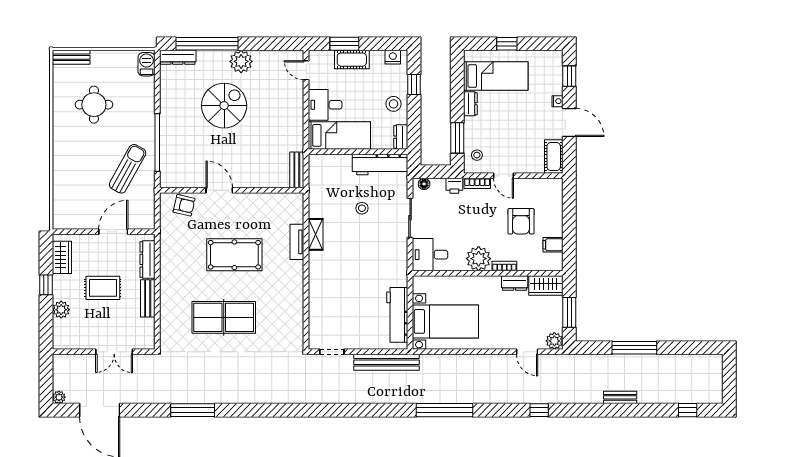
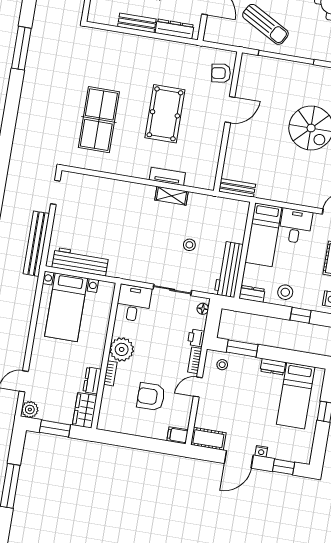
armchair: (184, 205) -> (221, 73), turned 69
filing cabinet: (553, 245) -> (178, 435), moved, turned -90
table tennis table: (224, 317) -> (99, 120), moved

